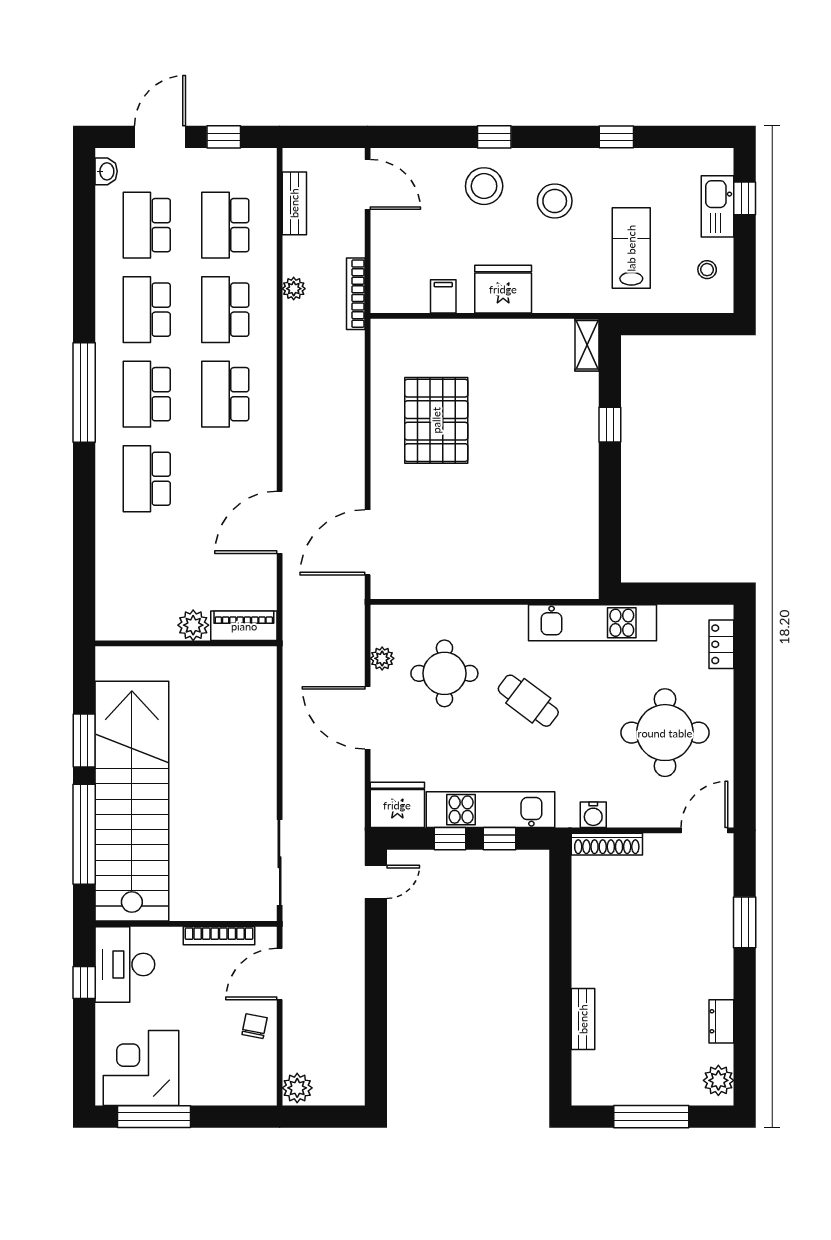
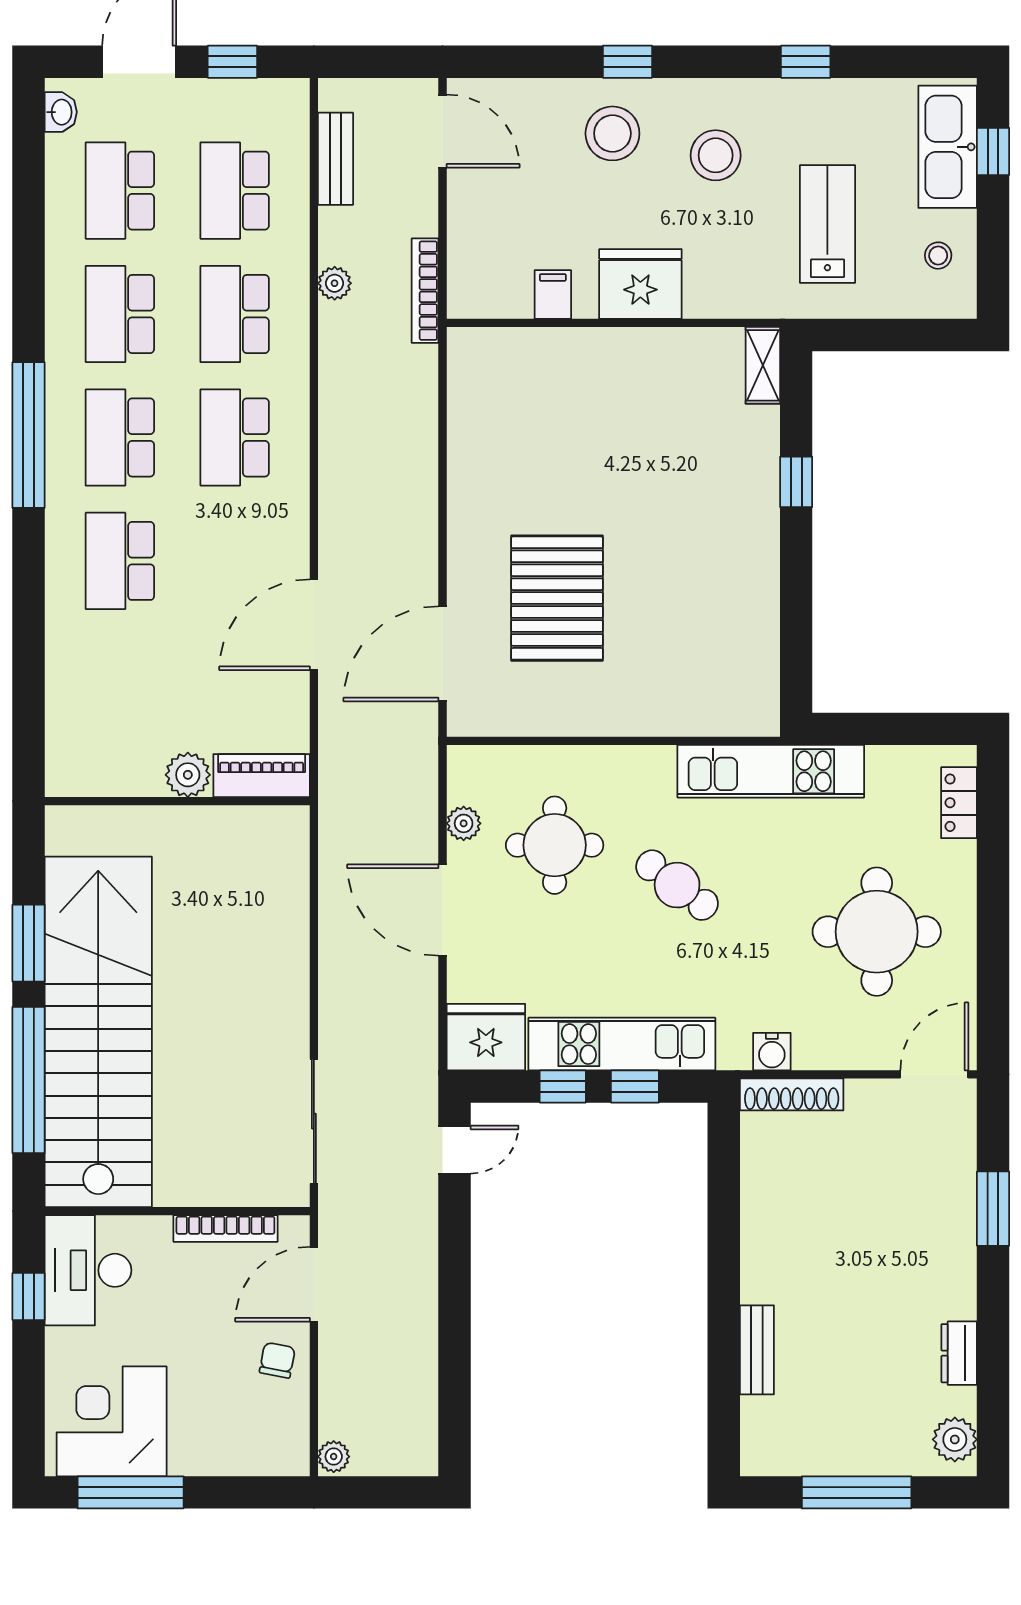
kitchen sink: (717, 206) -> (948, 147), width x1.36, depth x1.24
pallet: (436, 420) -> (557, 598), moved
plant: (297, 1088) -> (334, 1457), width x0.73, depth x0.73

